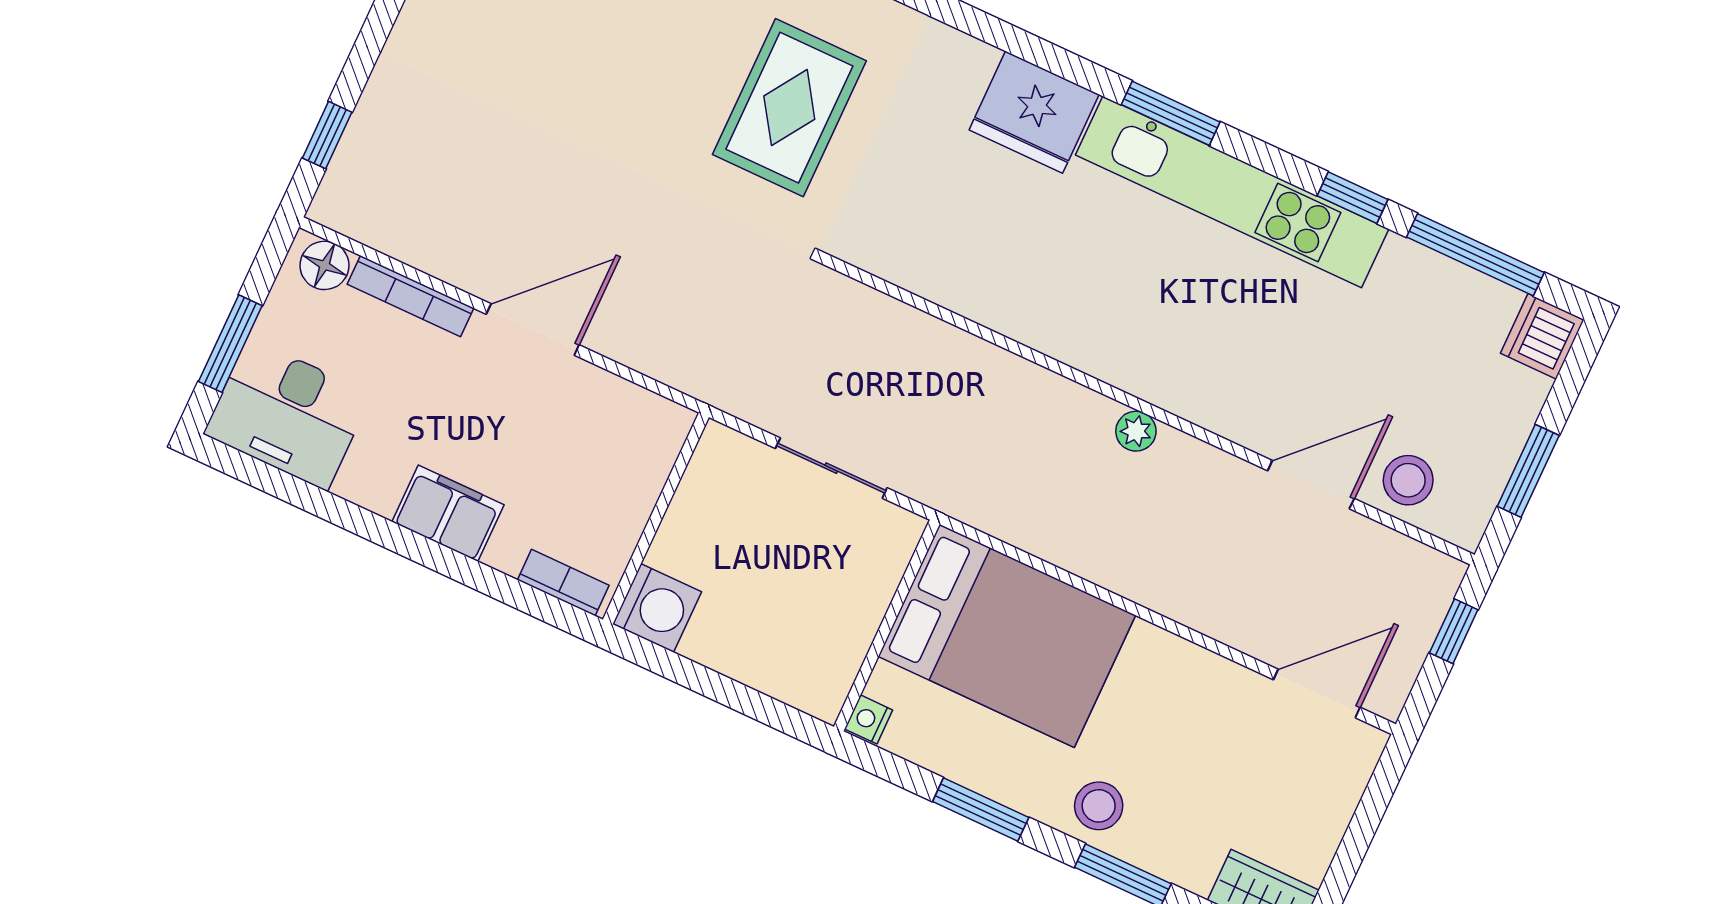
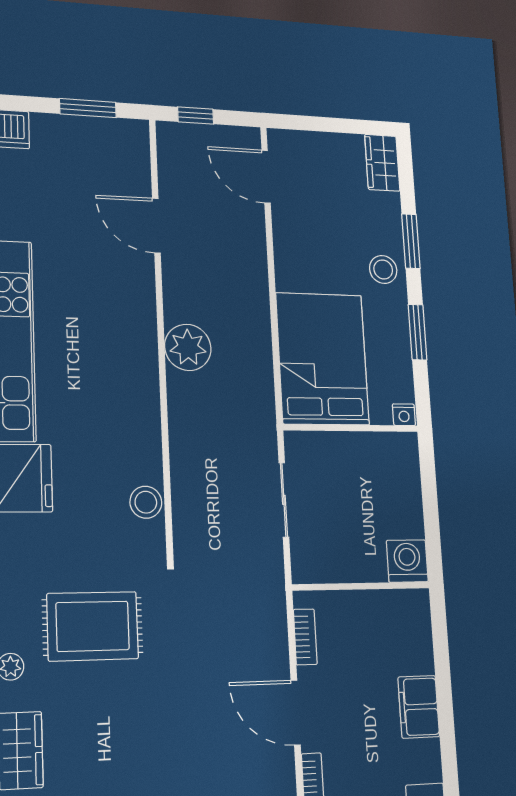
plant: (1136, 431) -> (188, 347), width x1.87, depth x1.87
stool: (1408, 480) -> (146, 502), moved
bookcase: (563, 583) -> (305, 637), moved, turned 180

